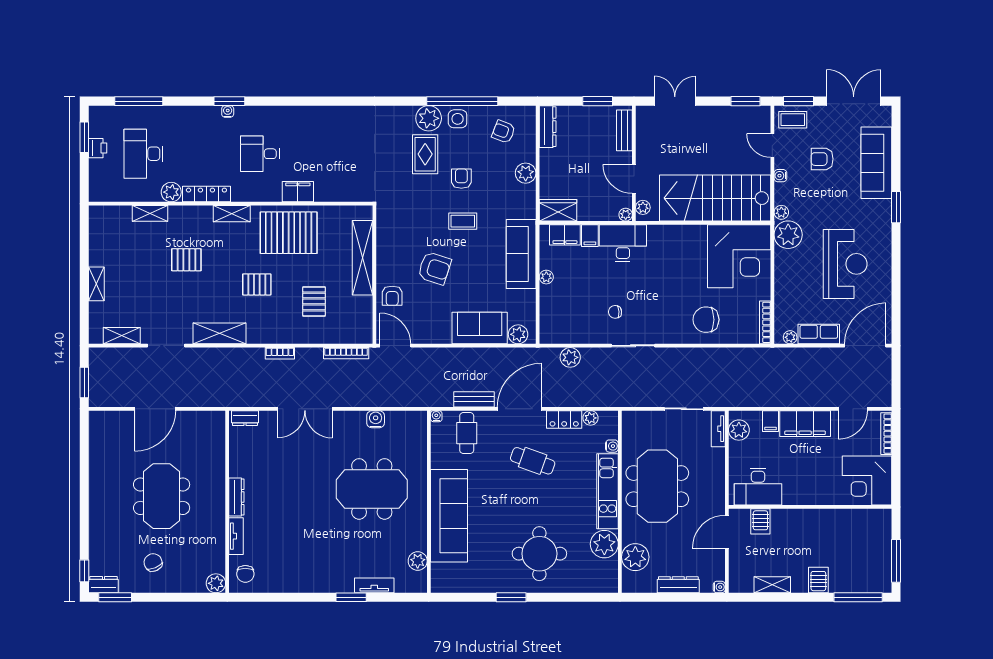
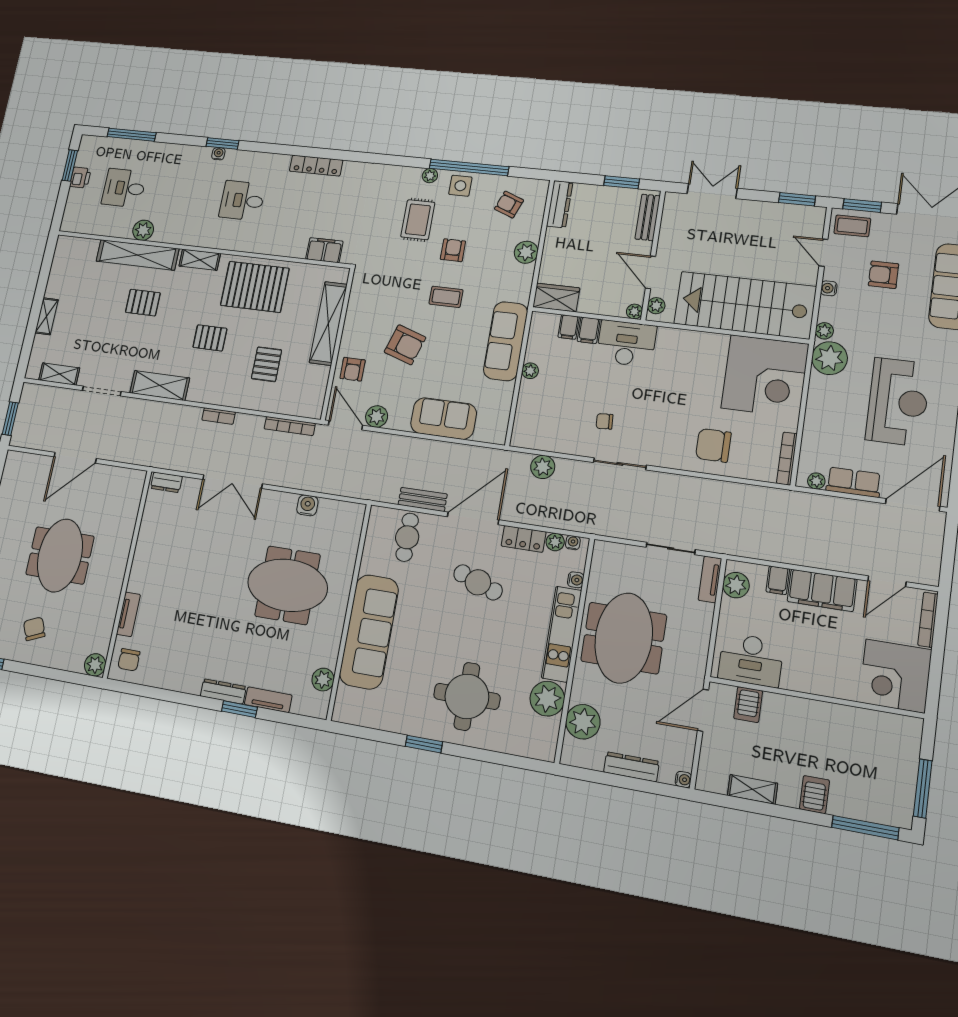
plant: (429, 118) -> (430, 176), width x0.53, depth x0.53
desk: (143, 154) -> (124, 188), width x0.73
filing cabinet: (298, 192) -> (324, 250), moved
locker: (206, 194) -> (316, 166), moved, turned 180
shelving: (150, 213) -> (137, 255), width x2.20, depth x1.33
filing cabinet: (565, 235) -> (569, 327), width x0.50
plant: (518, 334) -> (377, 417), moved
water cooler: (436, 416) -> (573, 543), moved
dresser: (236, 497) -> (223, 691), moved, turned -90

